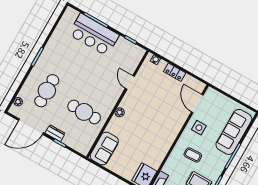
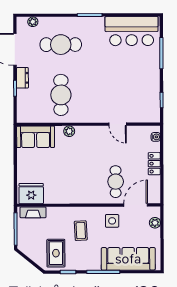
bar counter: (94, 35) -> (132, 31), moved, turned -90
door: (130, 82) -> (118, 124), swing flipped
plant: (219, 97) -> (155, 223), added
cafe table: (171, 108) -> (116, 182), added
plant: (120, 112) -> (69, 131), moved

